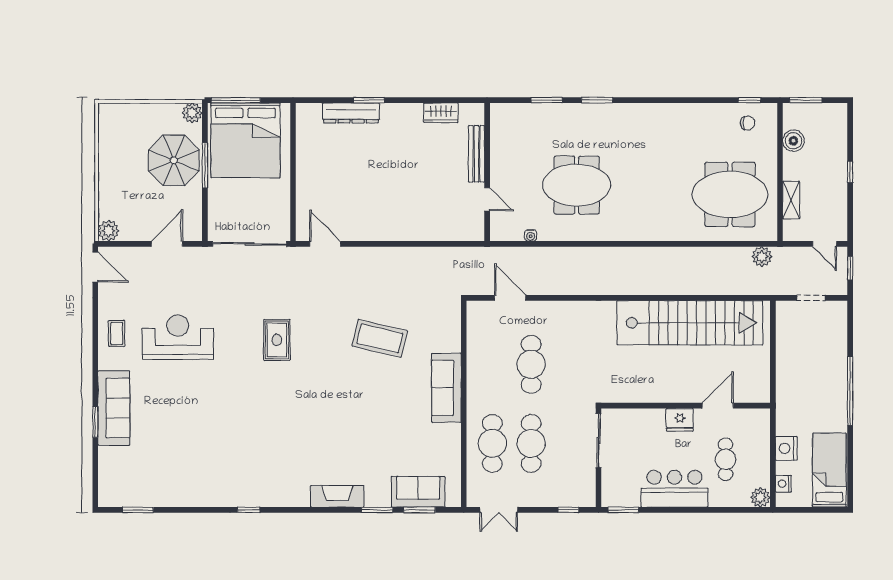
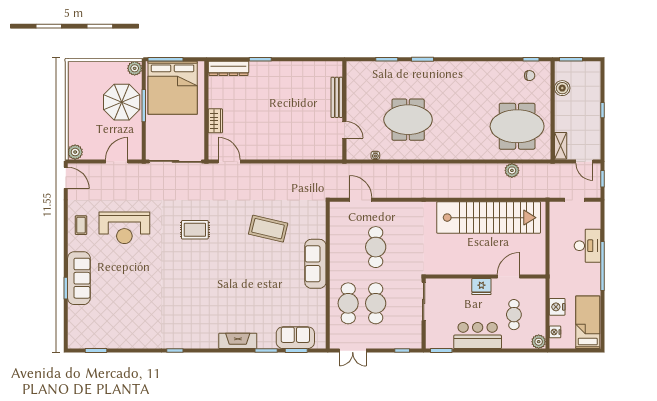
dresser: (351, 113) -> (228, 68), moved
wardrobe: (441, 113) -> (215, 121), moved, turned -90
shelving: (791, 200) -> (561, 146), moved
plant: (762, 257) -> (512, 170), moved
reception desk: (178, 337) -> (124, 228), turned 180
rug: (277, 340) -> (195, 230), turned 90
desk: (829, 362) -> (587, 246), added

